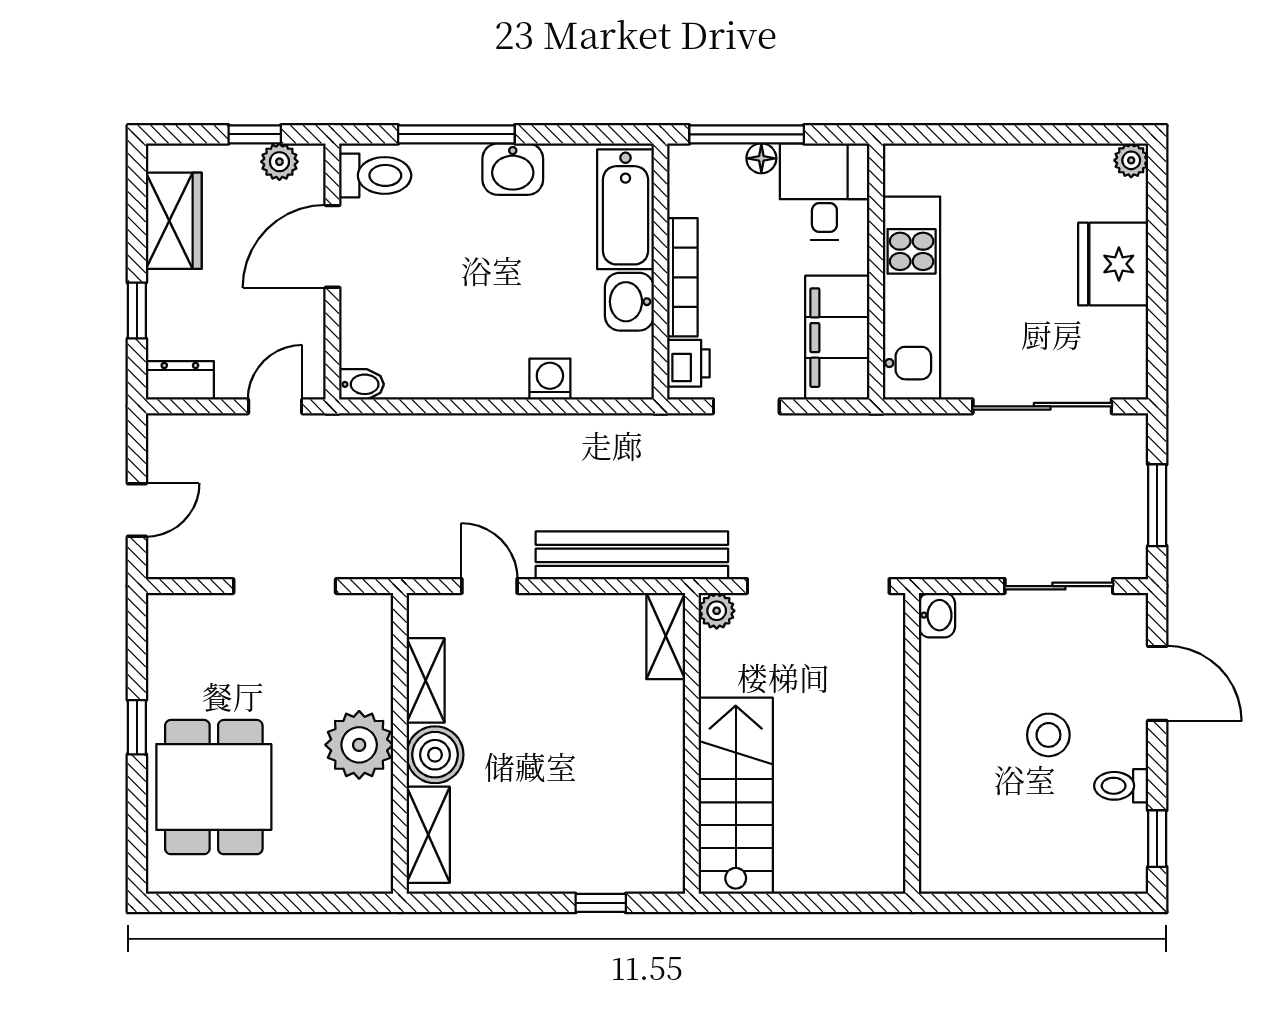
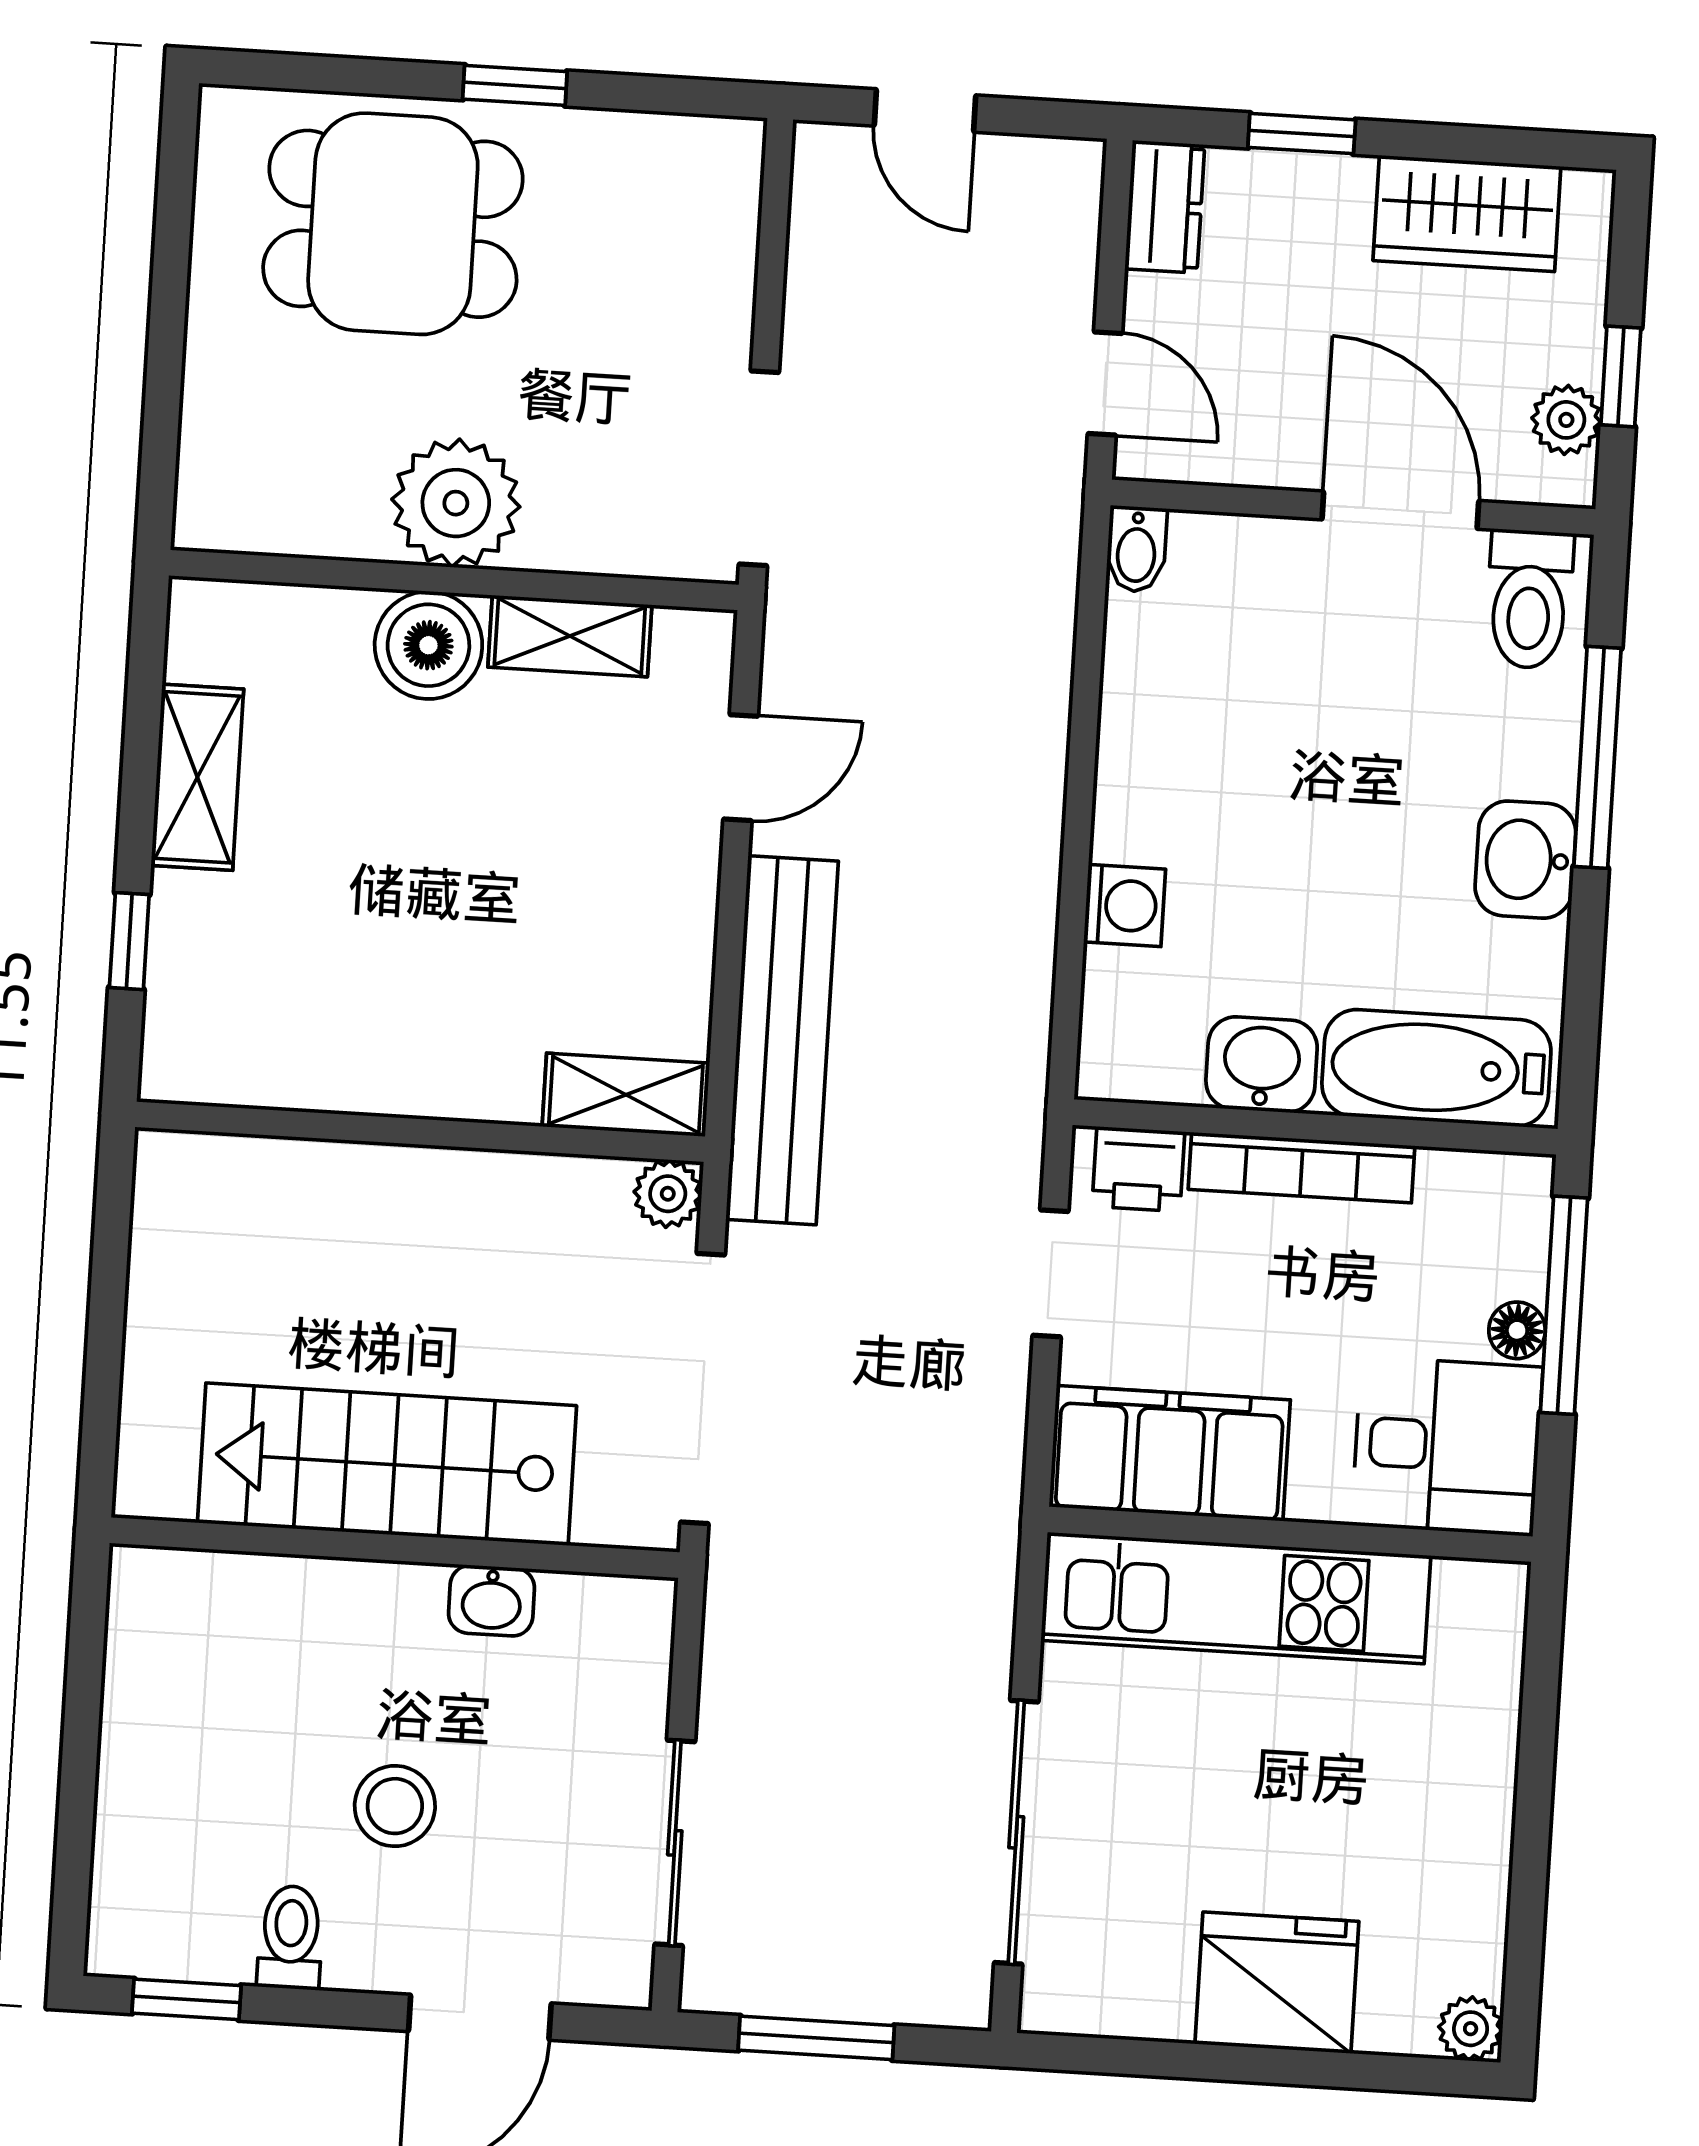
doorway: (285, 586) -> (759, 468), moved
washbasin: (937, 615) -> (491, 1601), moved
stairs: (736, 796) -> (387, 1464), moved, turned 180
shelving: (428, 835) -> (197, 777), moved, turned 90

